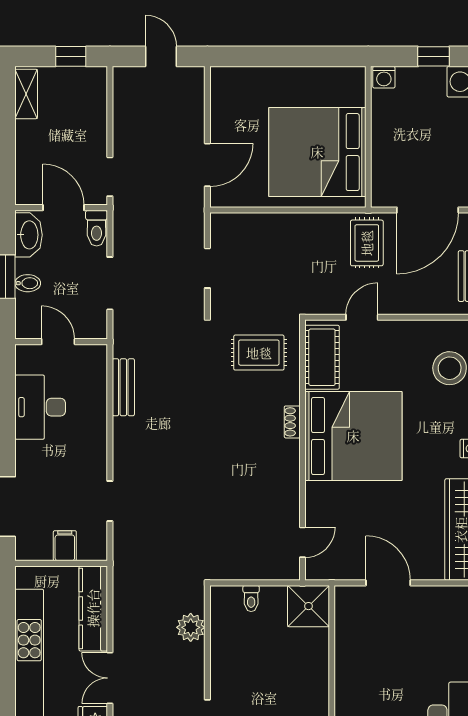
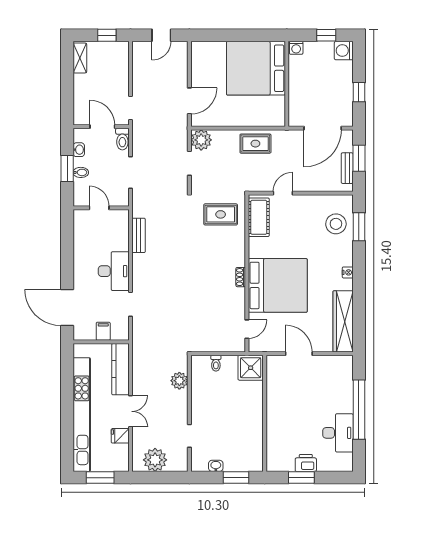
door: (161, 56) -> (161, 35), swing flipped
bed: (317, 152) -> (256, 68), moved
plant: (227, 229) -> (201, 140), added
washbasin: (29, 235) -> (79, 150), width x0.52, depth x0.69
rug: (367, 243) -> (255, 144), moved, turned 90
desk: (40, 407) -> (114, 271), moved, turned 180
shoe rack: (292, 422) -> (241, 277), moved
bed: (353, 436) -> (278, 285), moved
double door: (110, 678) -> (130, 411), swing flipped

